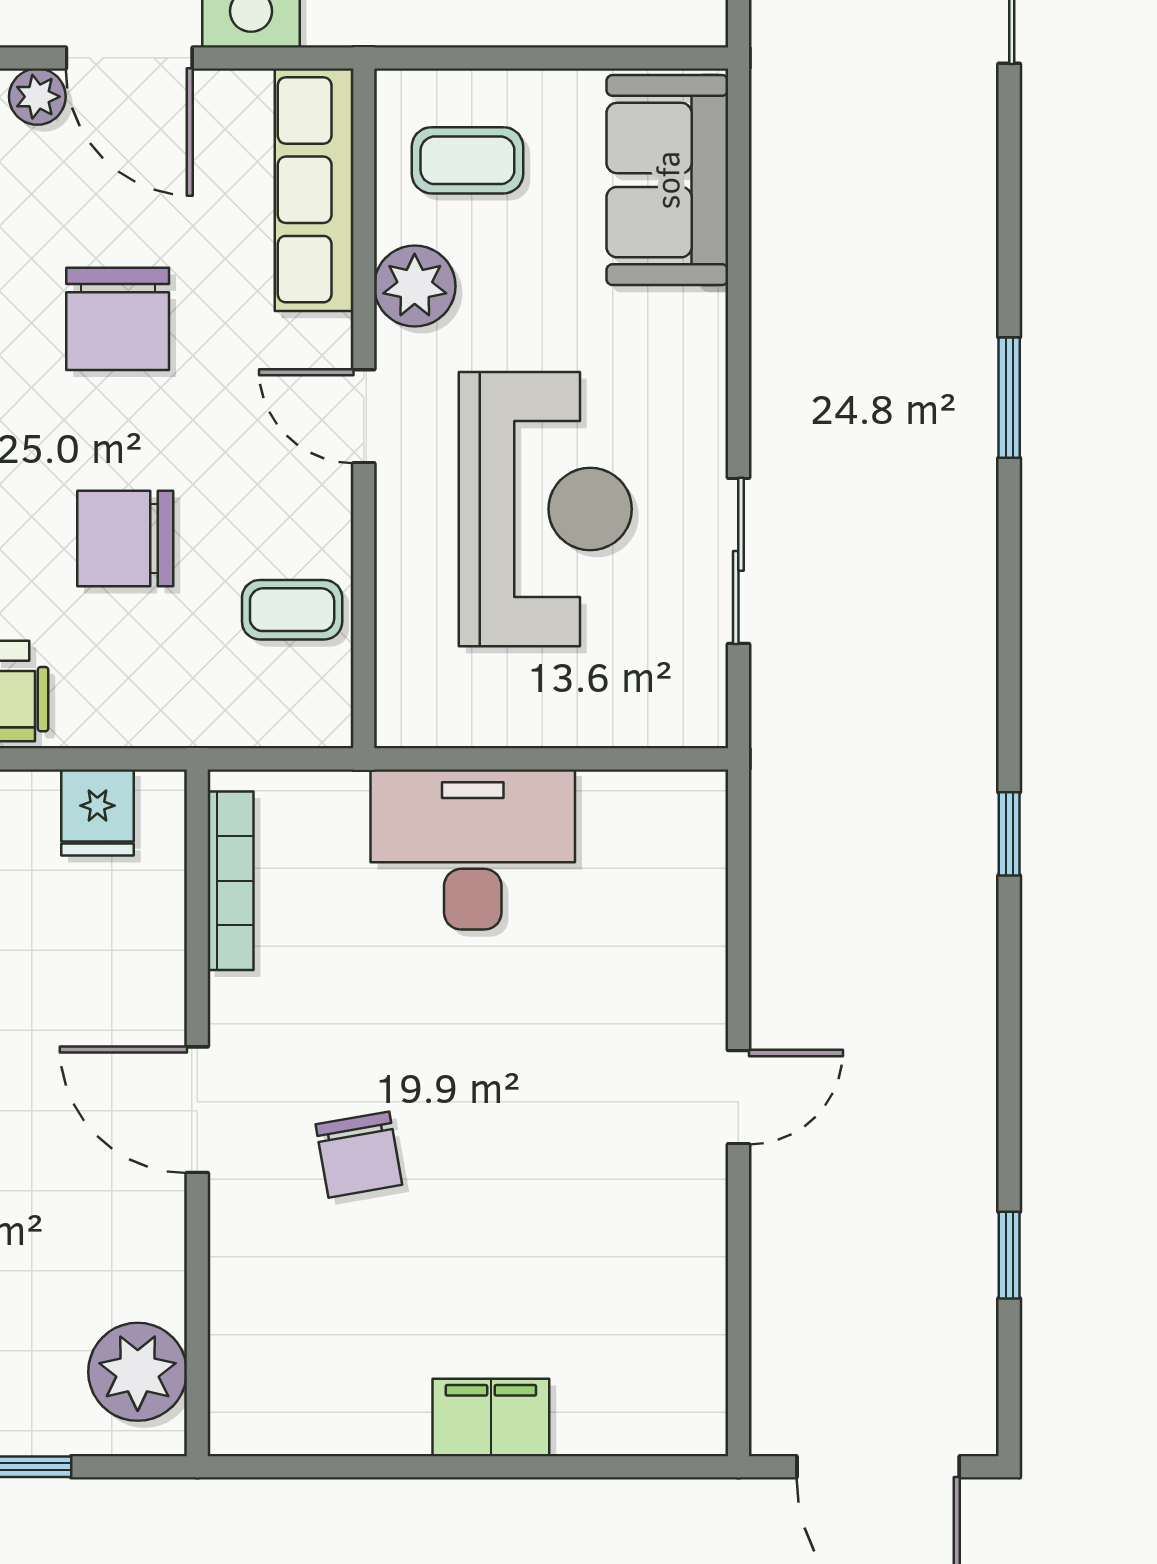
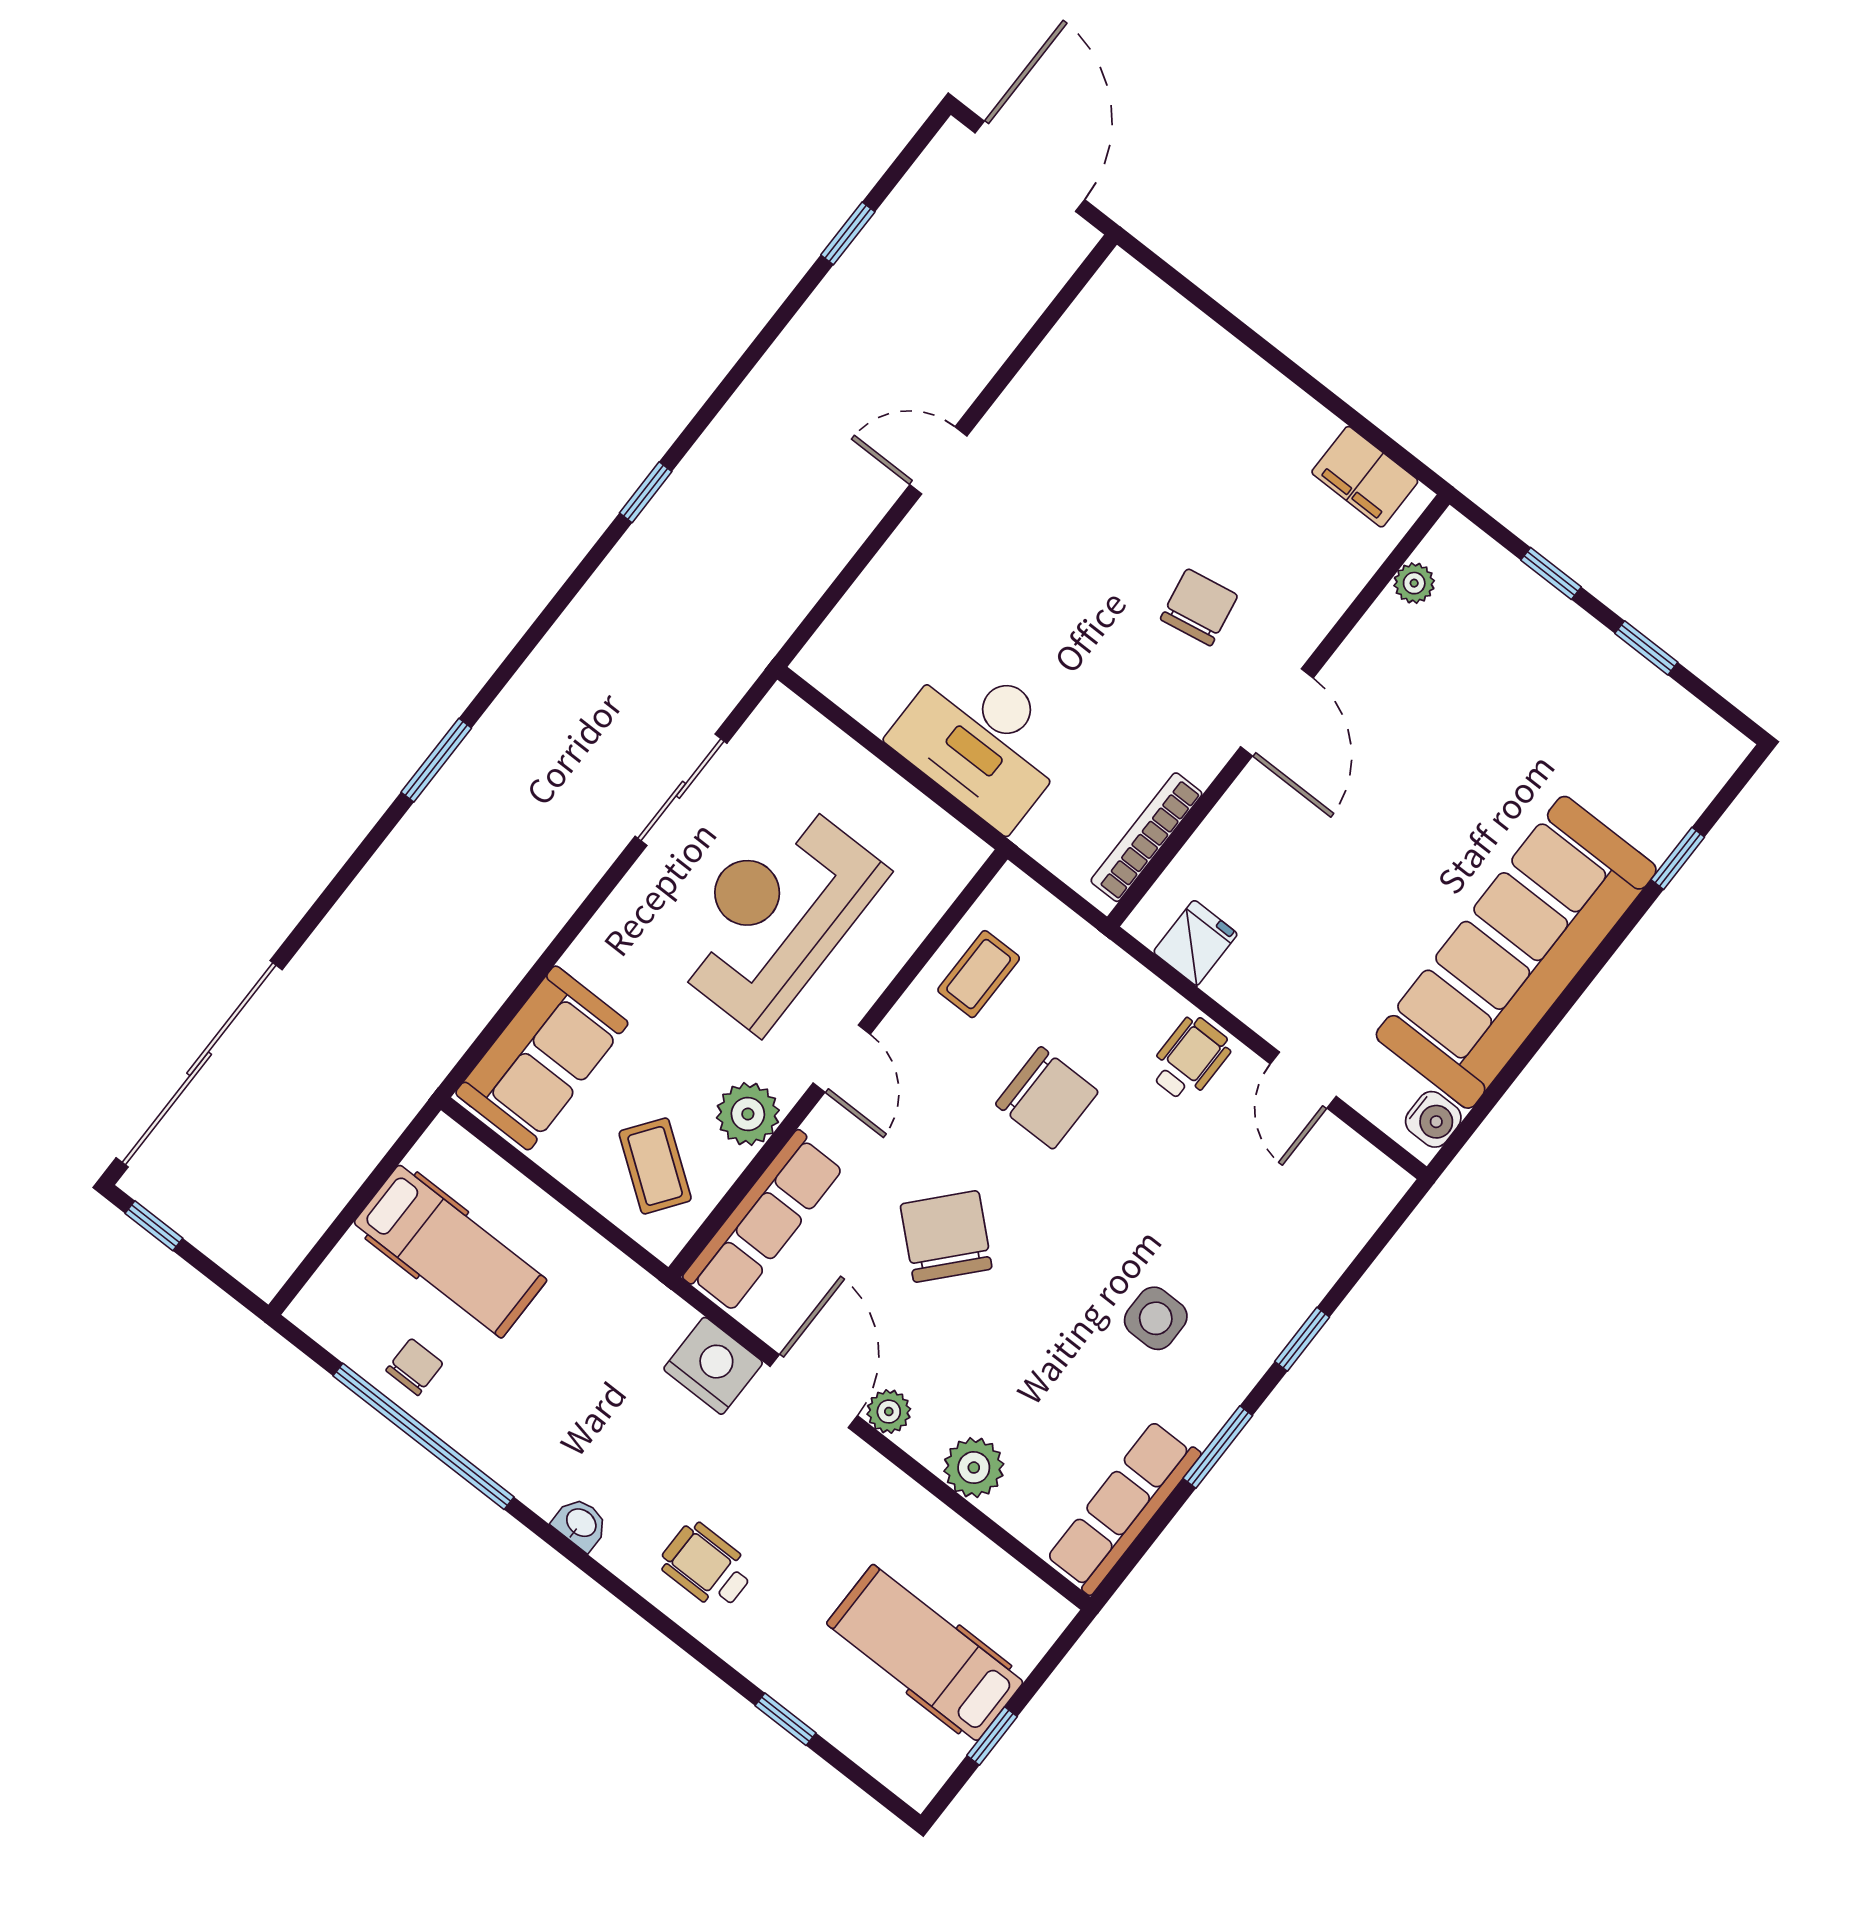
coffee table: (467, 160) -> (655, 1166), turned 36
chair: (118, 319) -> (946, 1236), turned -48
coffee table: (292, 610) -> (979, 974), turned 90
plant: (138, 1372) -> (1414, 583), width x0.53, depth x0.53
filing cabinet: (491, 1417) -> (1365, 477), moved

